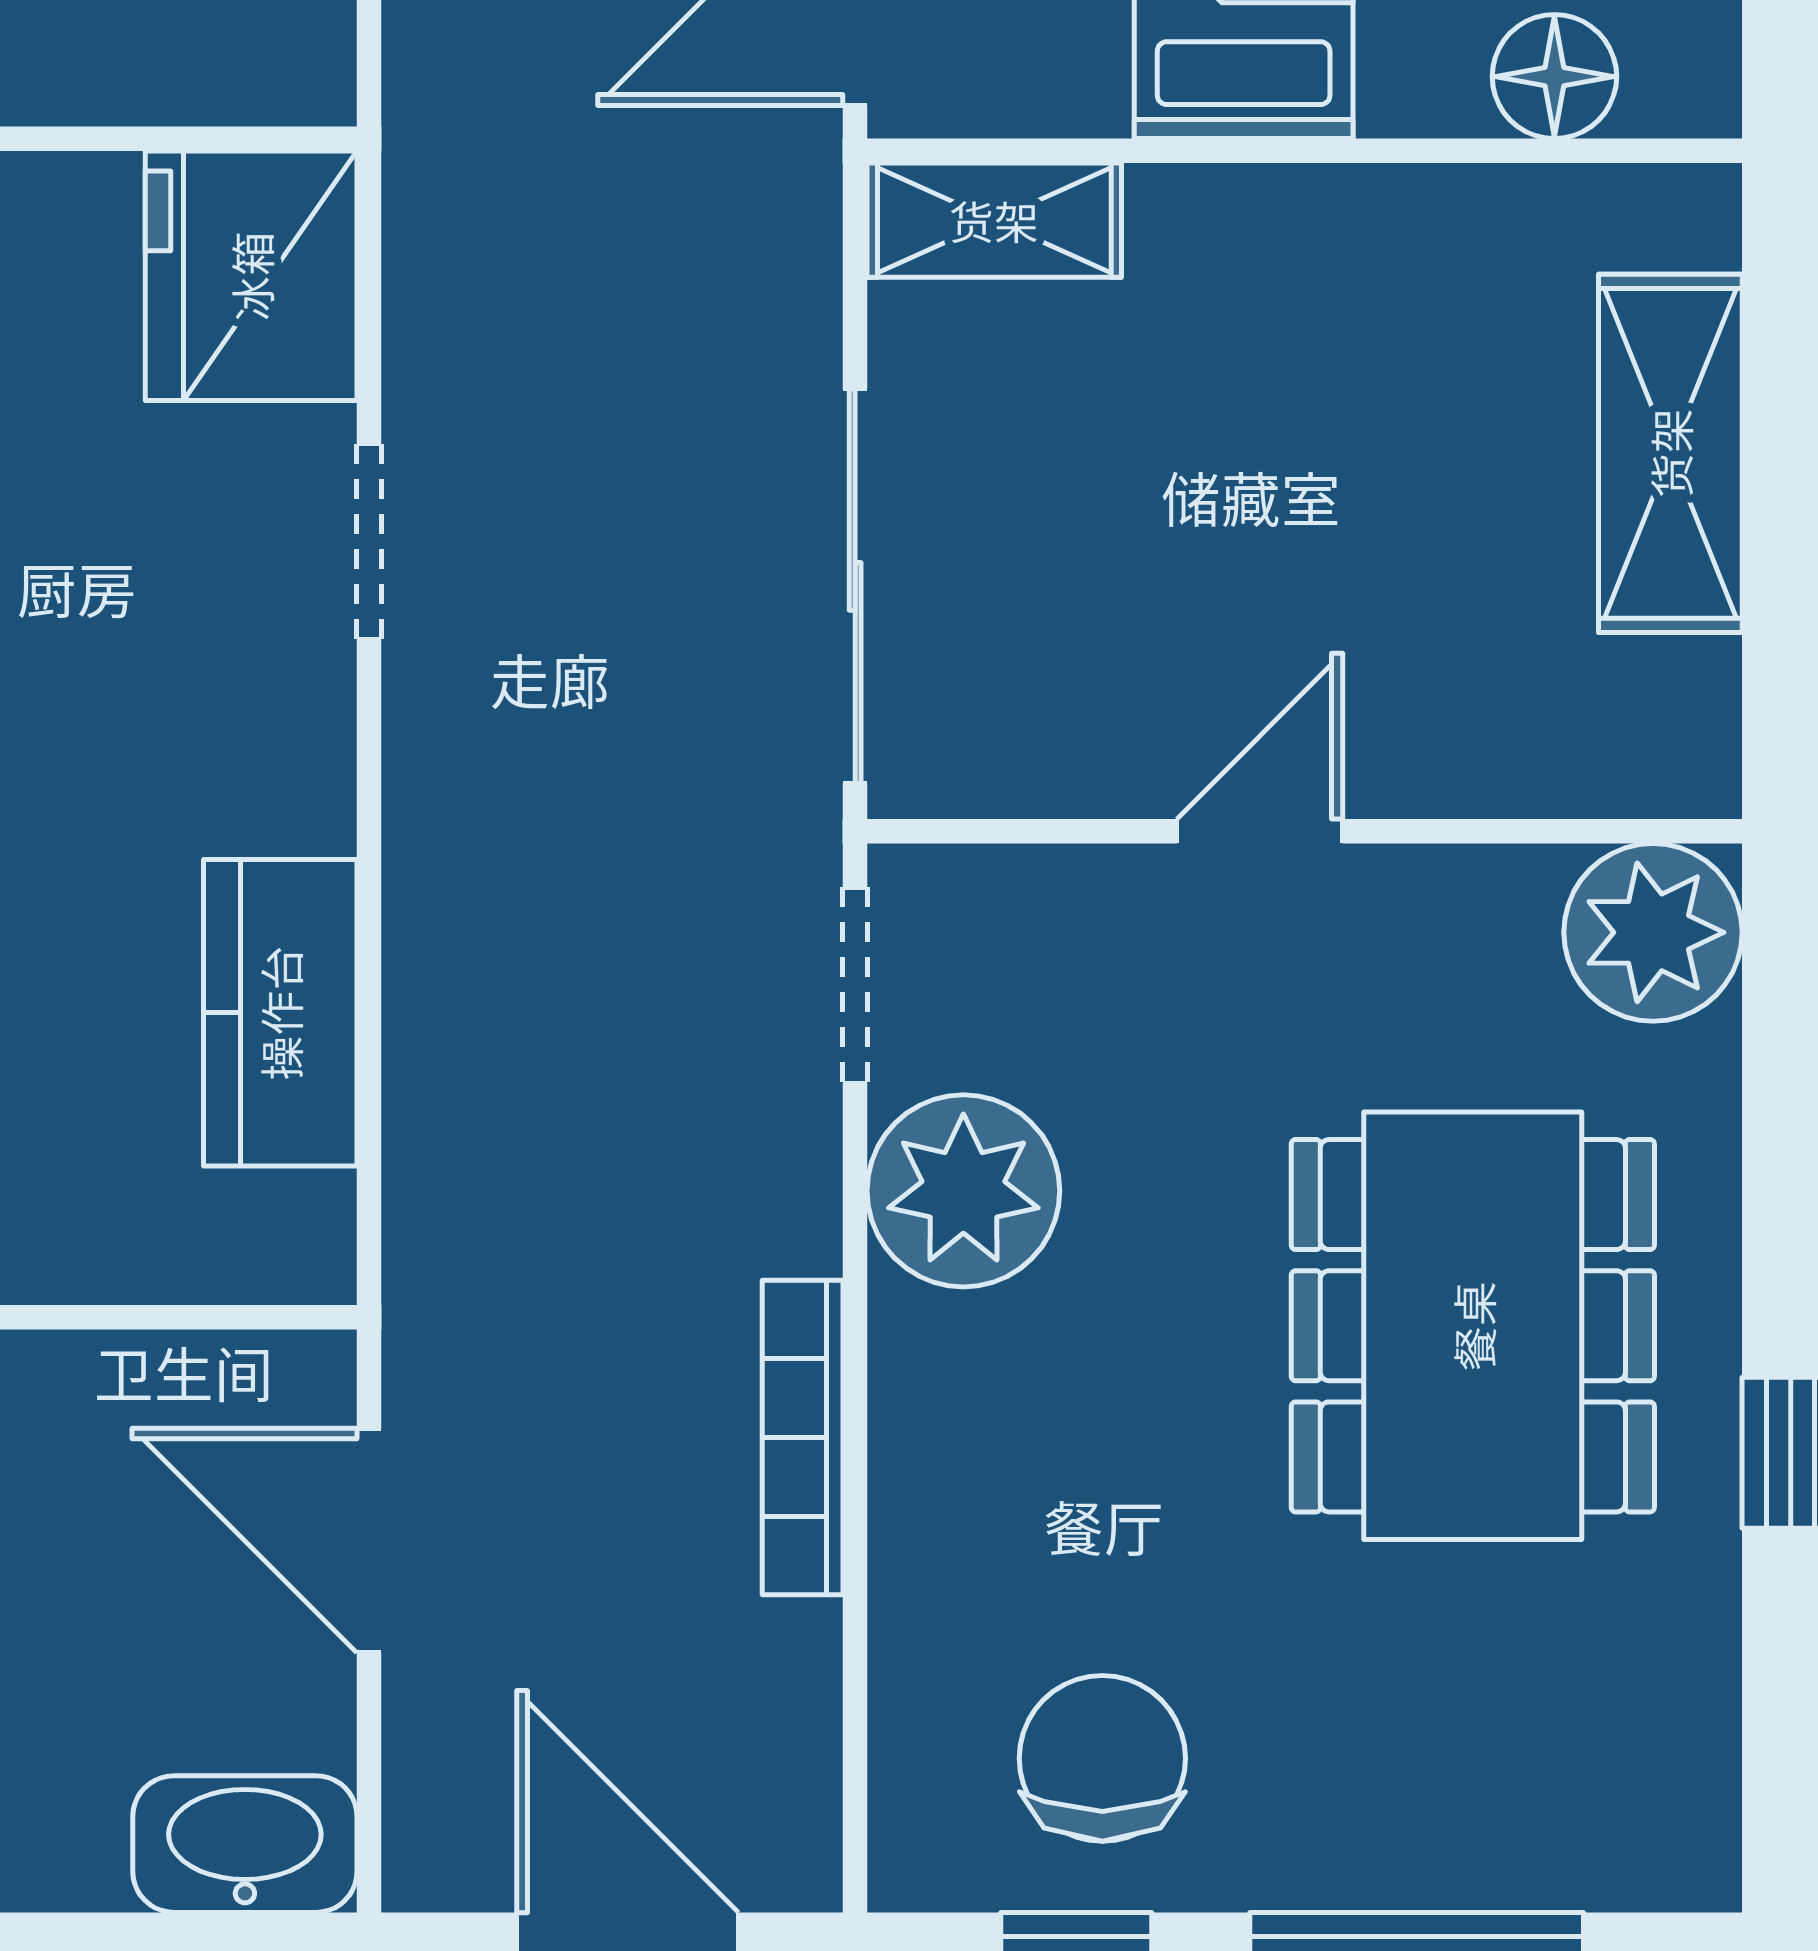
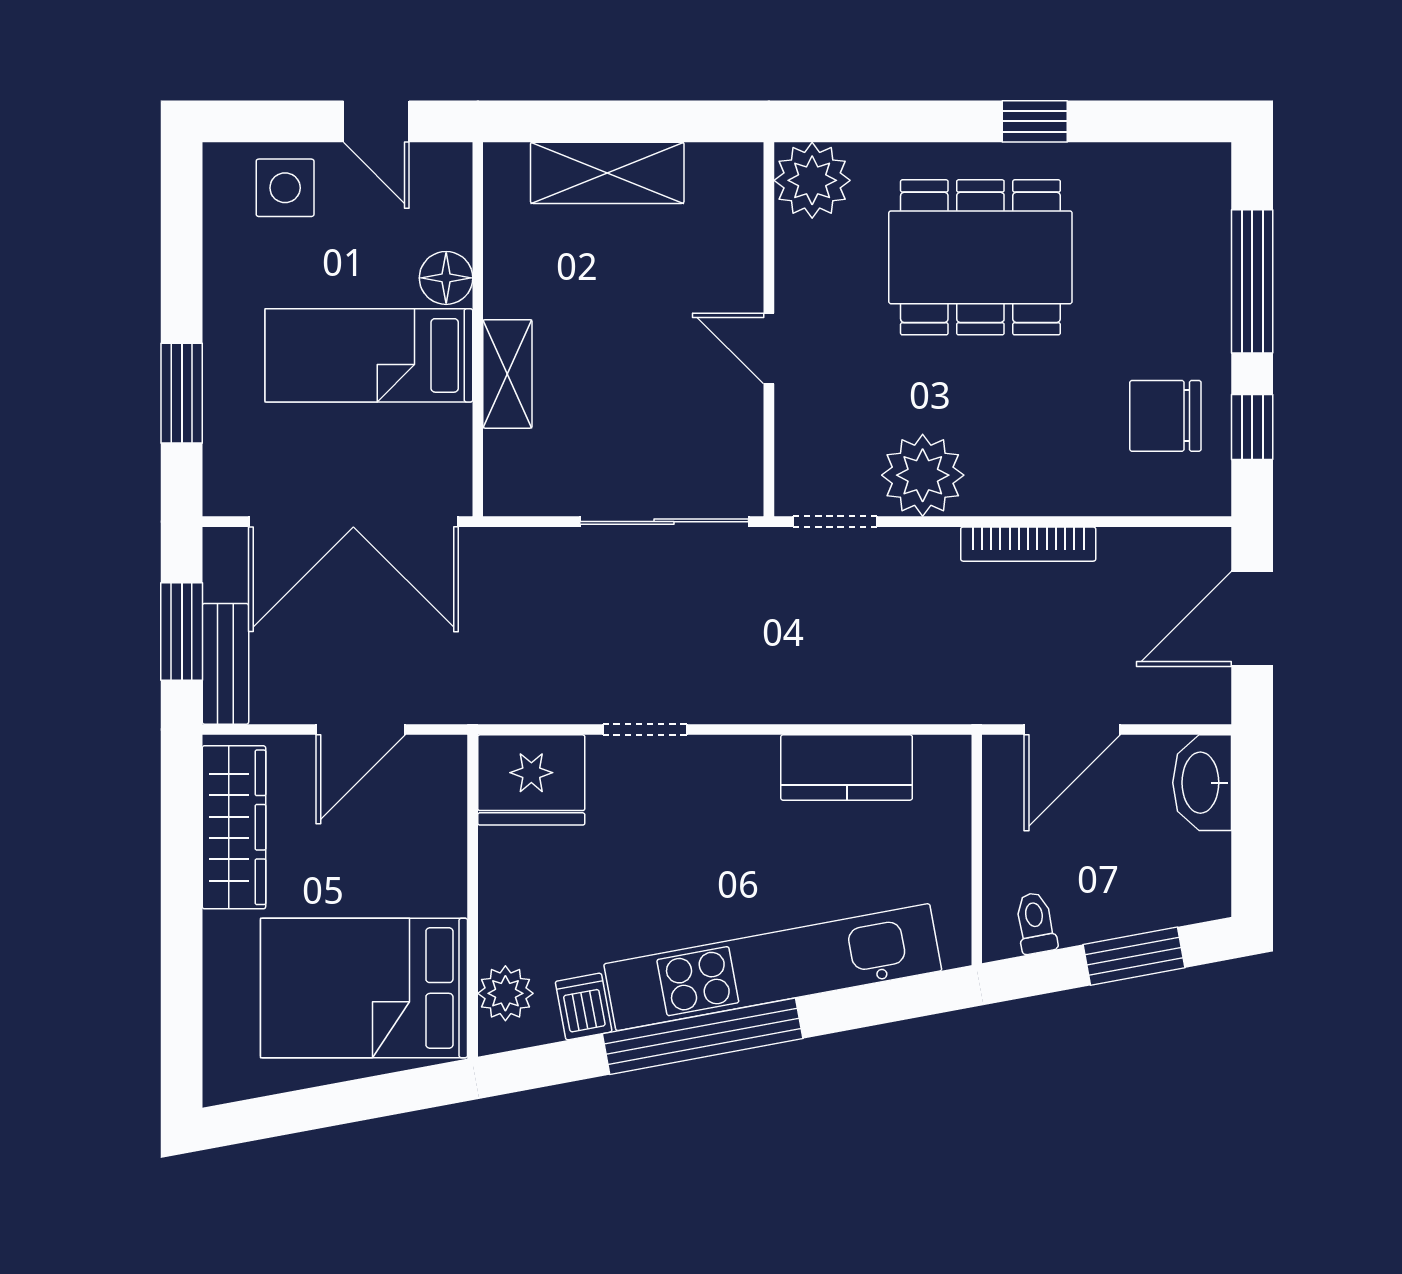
floor lamp: (1554, 77) -> (446, 278), moved
shelving: (994, 220) -> (507, 374), moved

